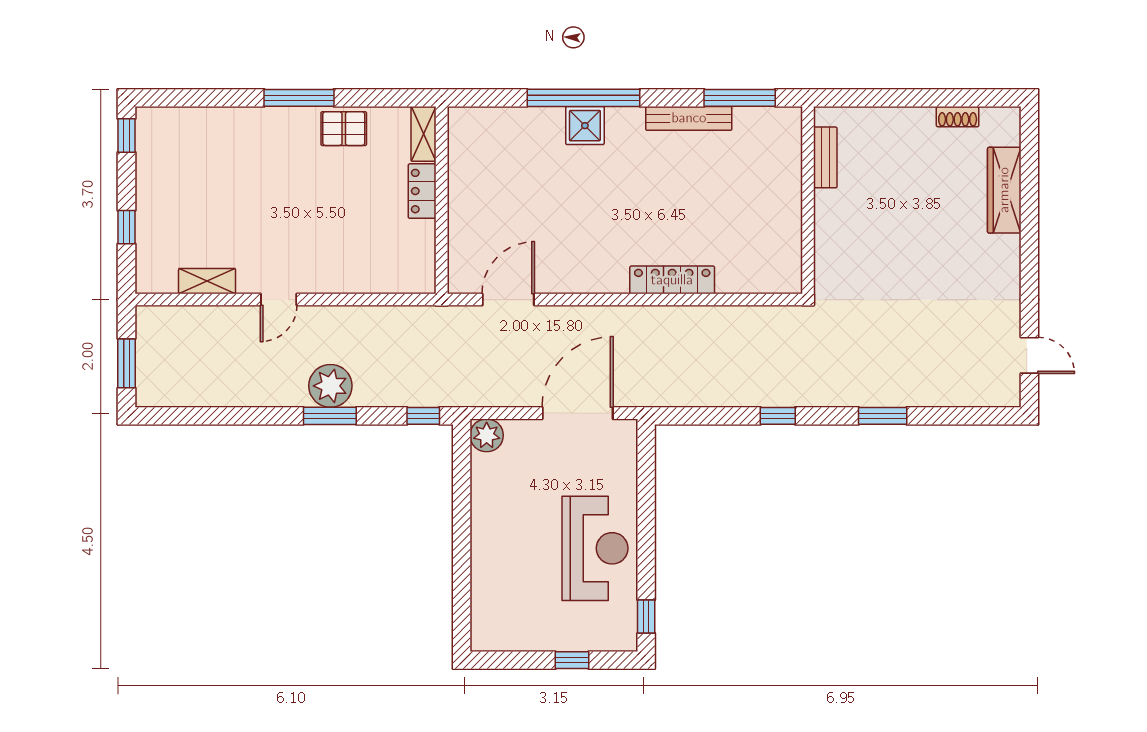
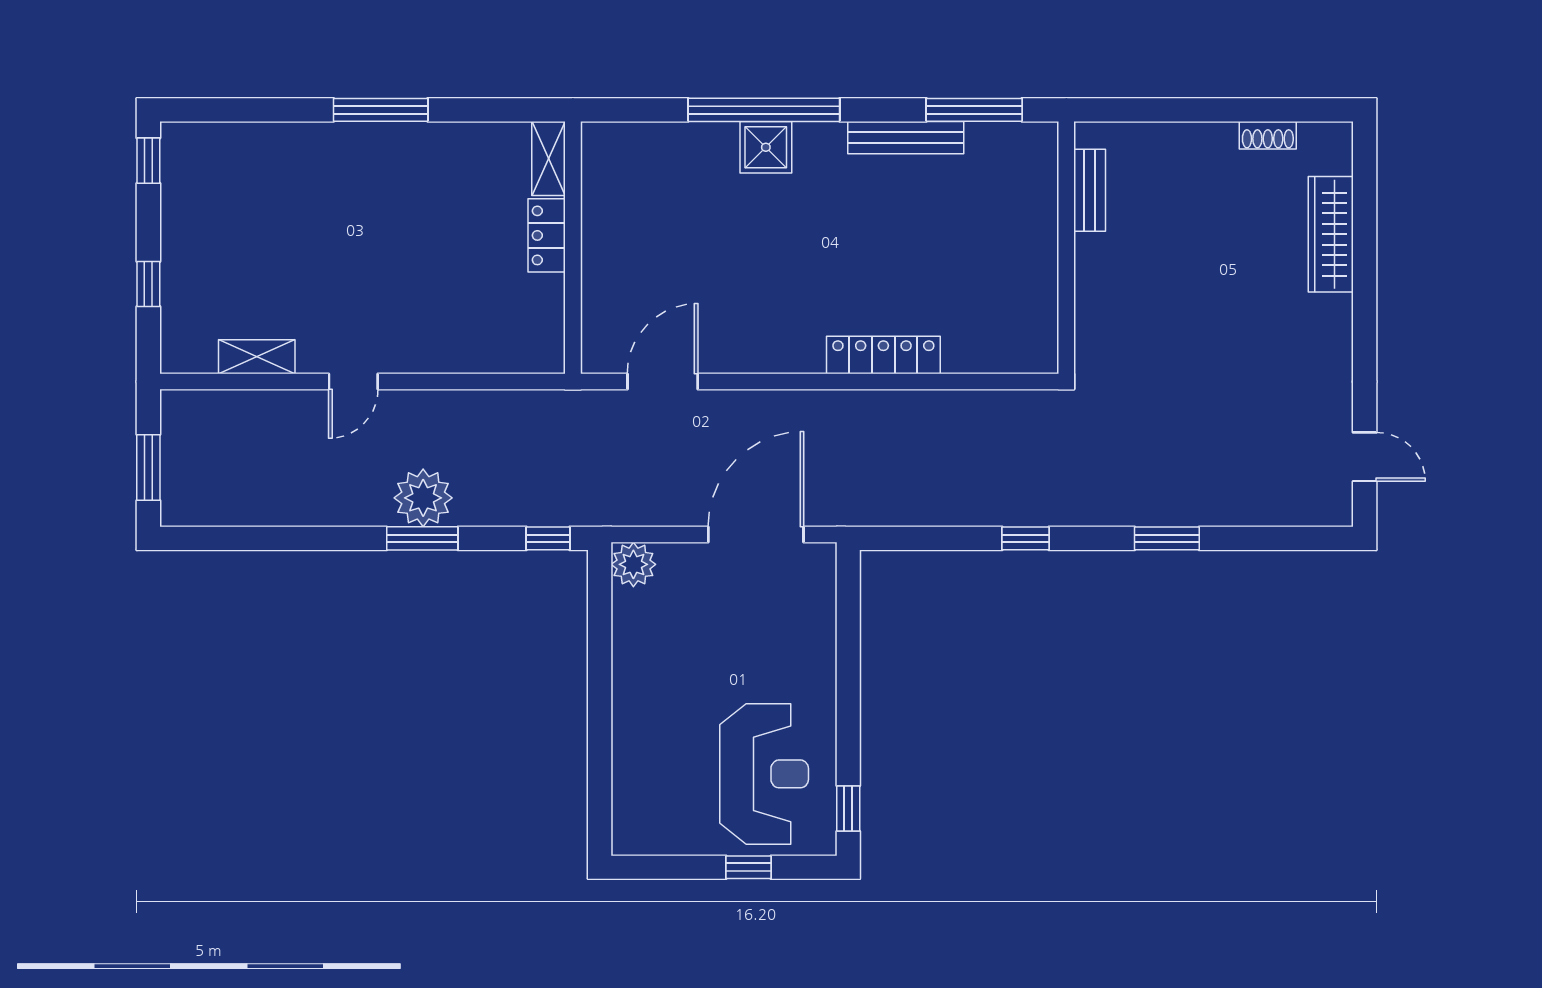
pallet: (344, 129) -> (441, 151), removed
reception desk: (595, 548) -> (764, 774), moved

